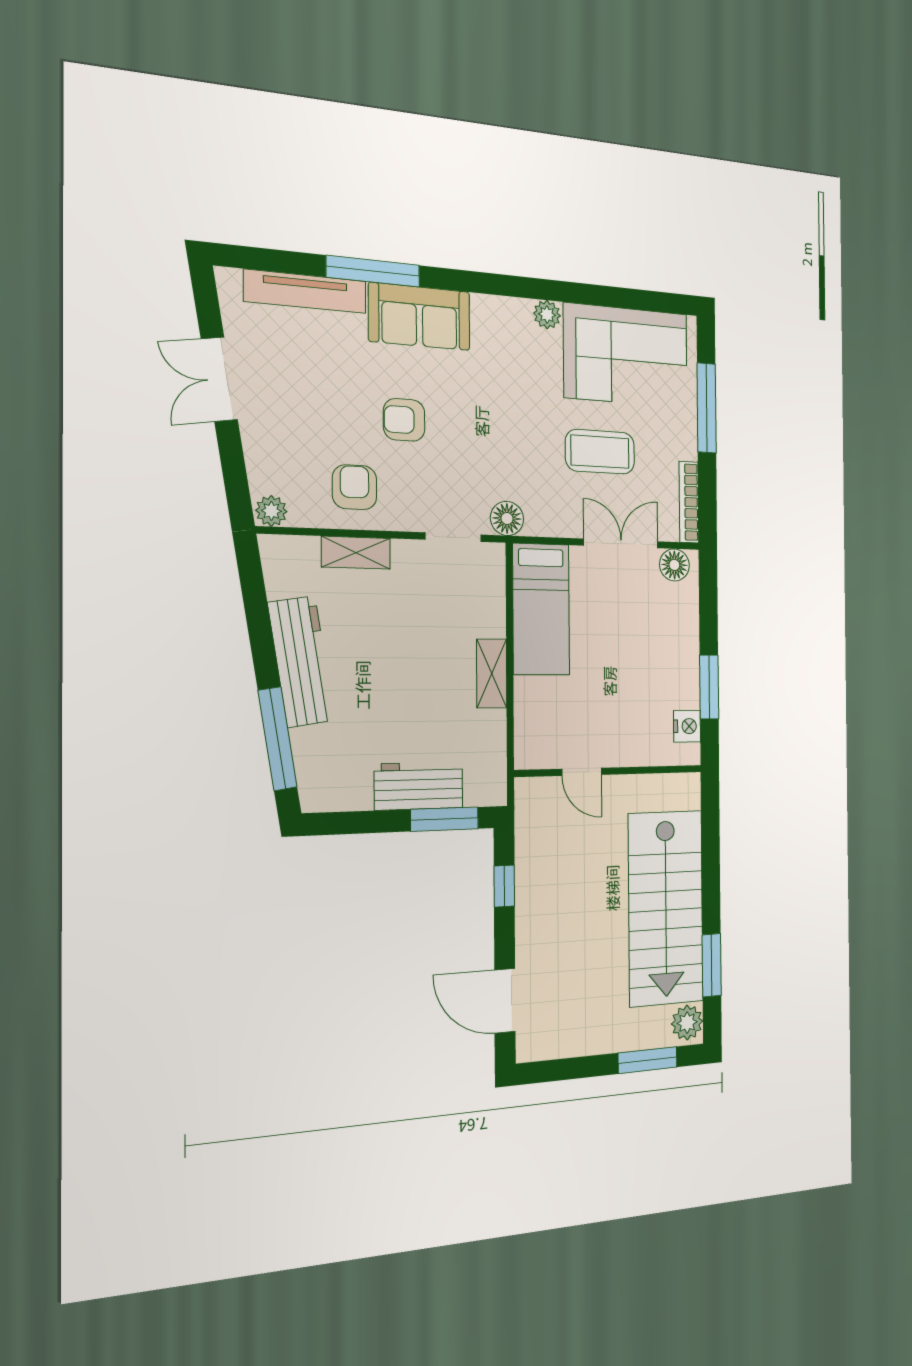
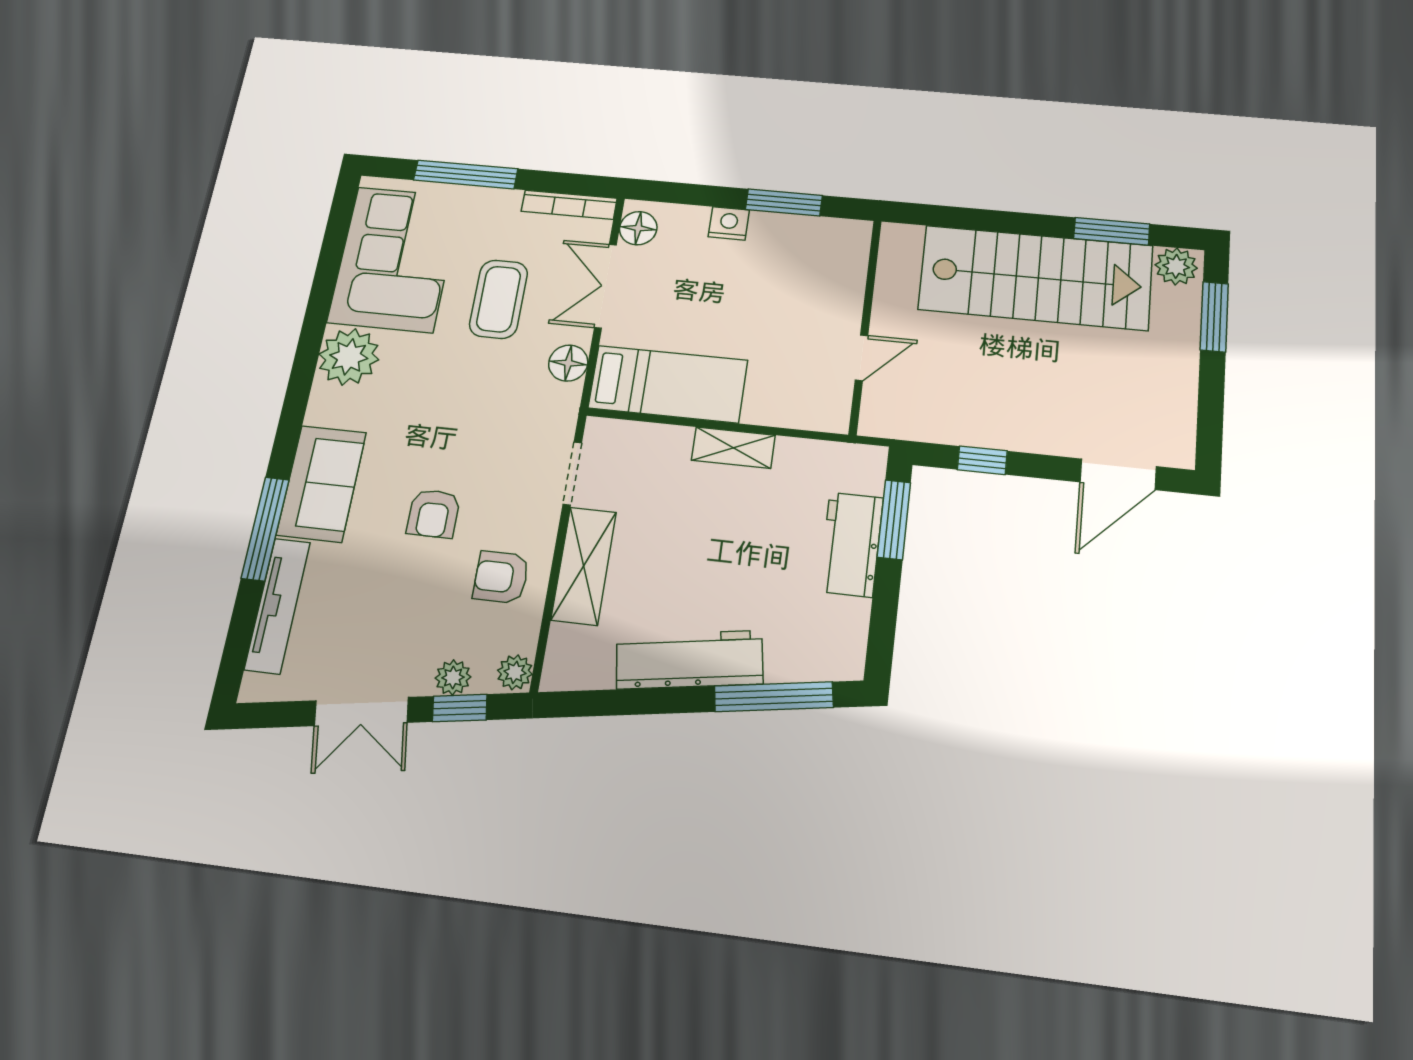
plant: (547, 315) -> (349, 357), width x1.87, depth x1.87
plant: (260, 457) -> (453, 677), added
window: (233, 467) -> (460, 708), added
floor lamp: (507, 518) -> (568, 363), moved
shelving: (356, 553) -> (584, 566), width x1.50, depth x1.33
nightstand: (687, 726) -> (729, 223), moved

